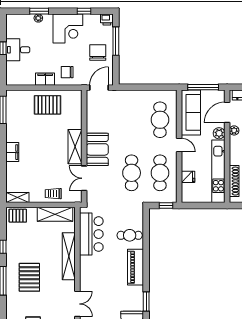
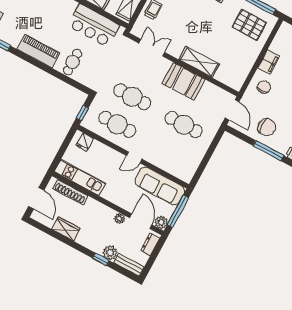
pallet: (48, 105) -> (249, 25), moved, turned 90
cafe table: (160, 120) -> (184, 125), moved
plant: (219, 133) -> (161, 222), moved
shelving: (75, 147) -> (199, 62), moved
booth: (97, 149) -> (184, 81), moved
kitchen unit: (218, 171) -> (80, 177), width x0.73
fridge: (188, 177) -> (85, 142), moved

